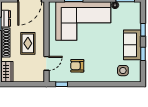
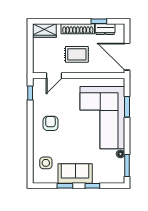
door: (46, 63) -> (54, 76), hinge flipped
armchair: (77, 66) -> (51, 123), moved

